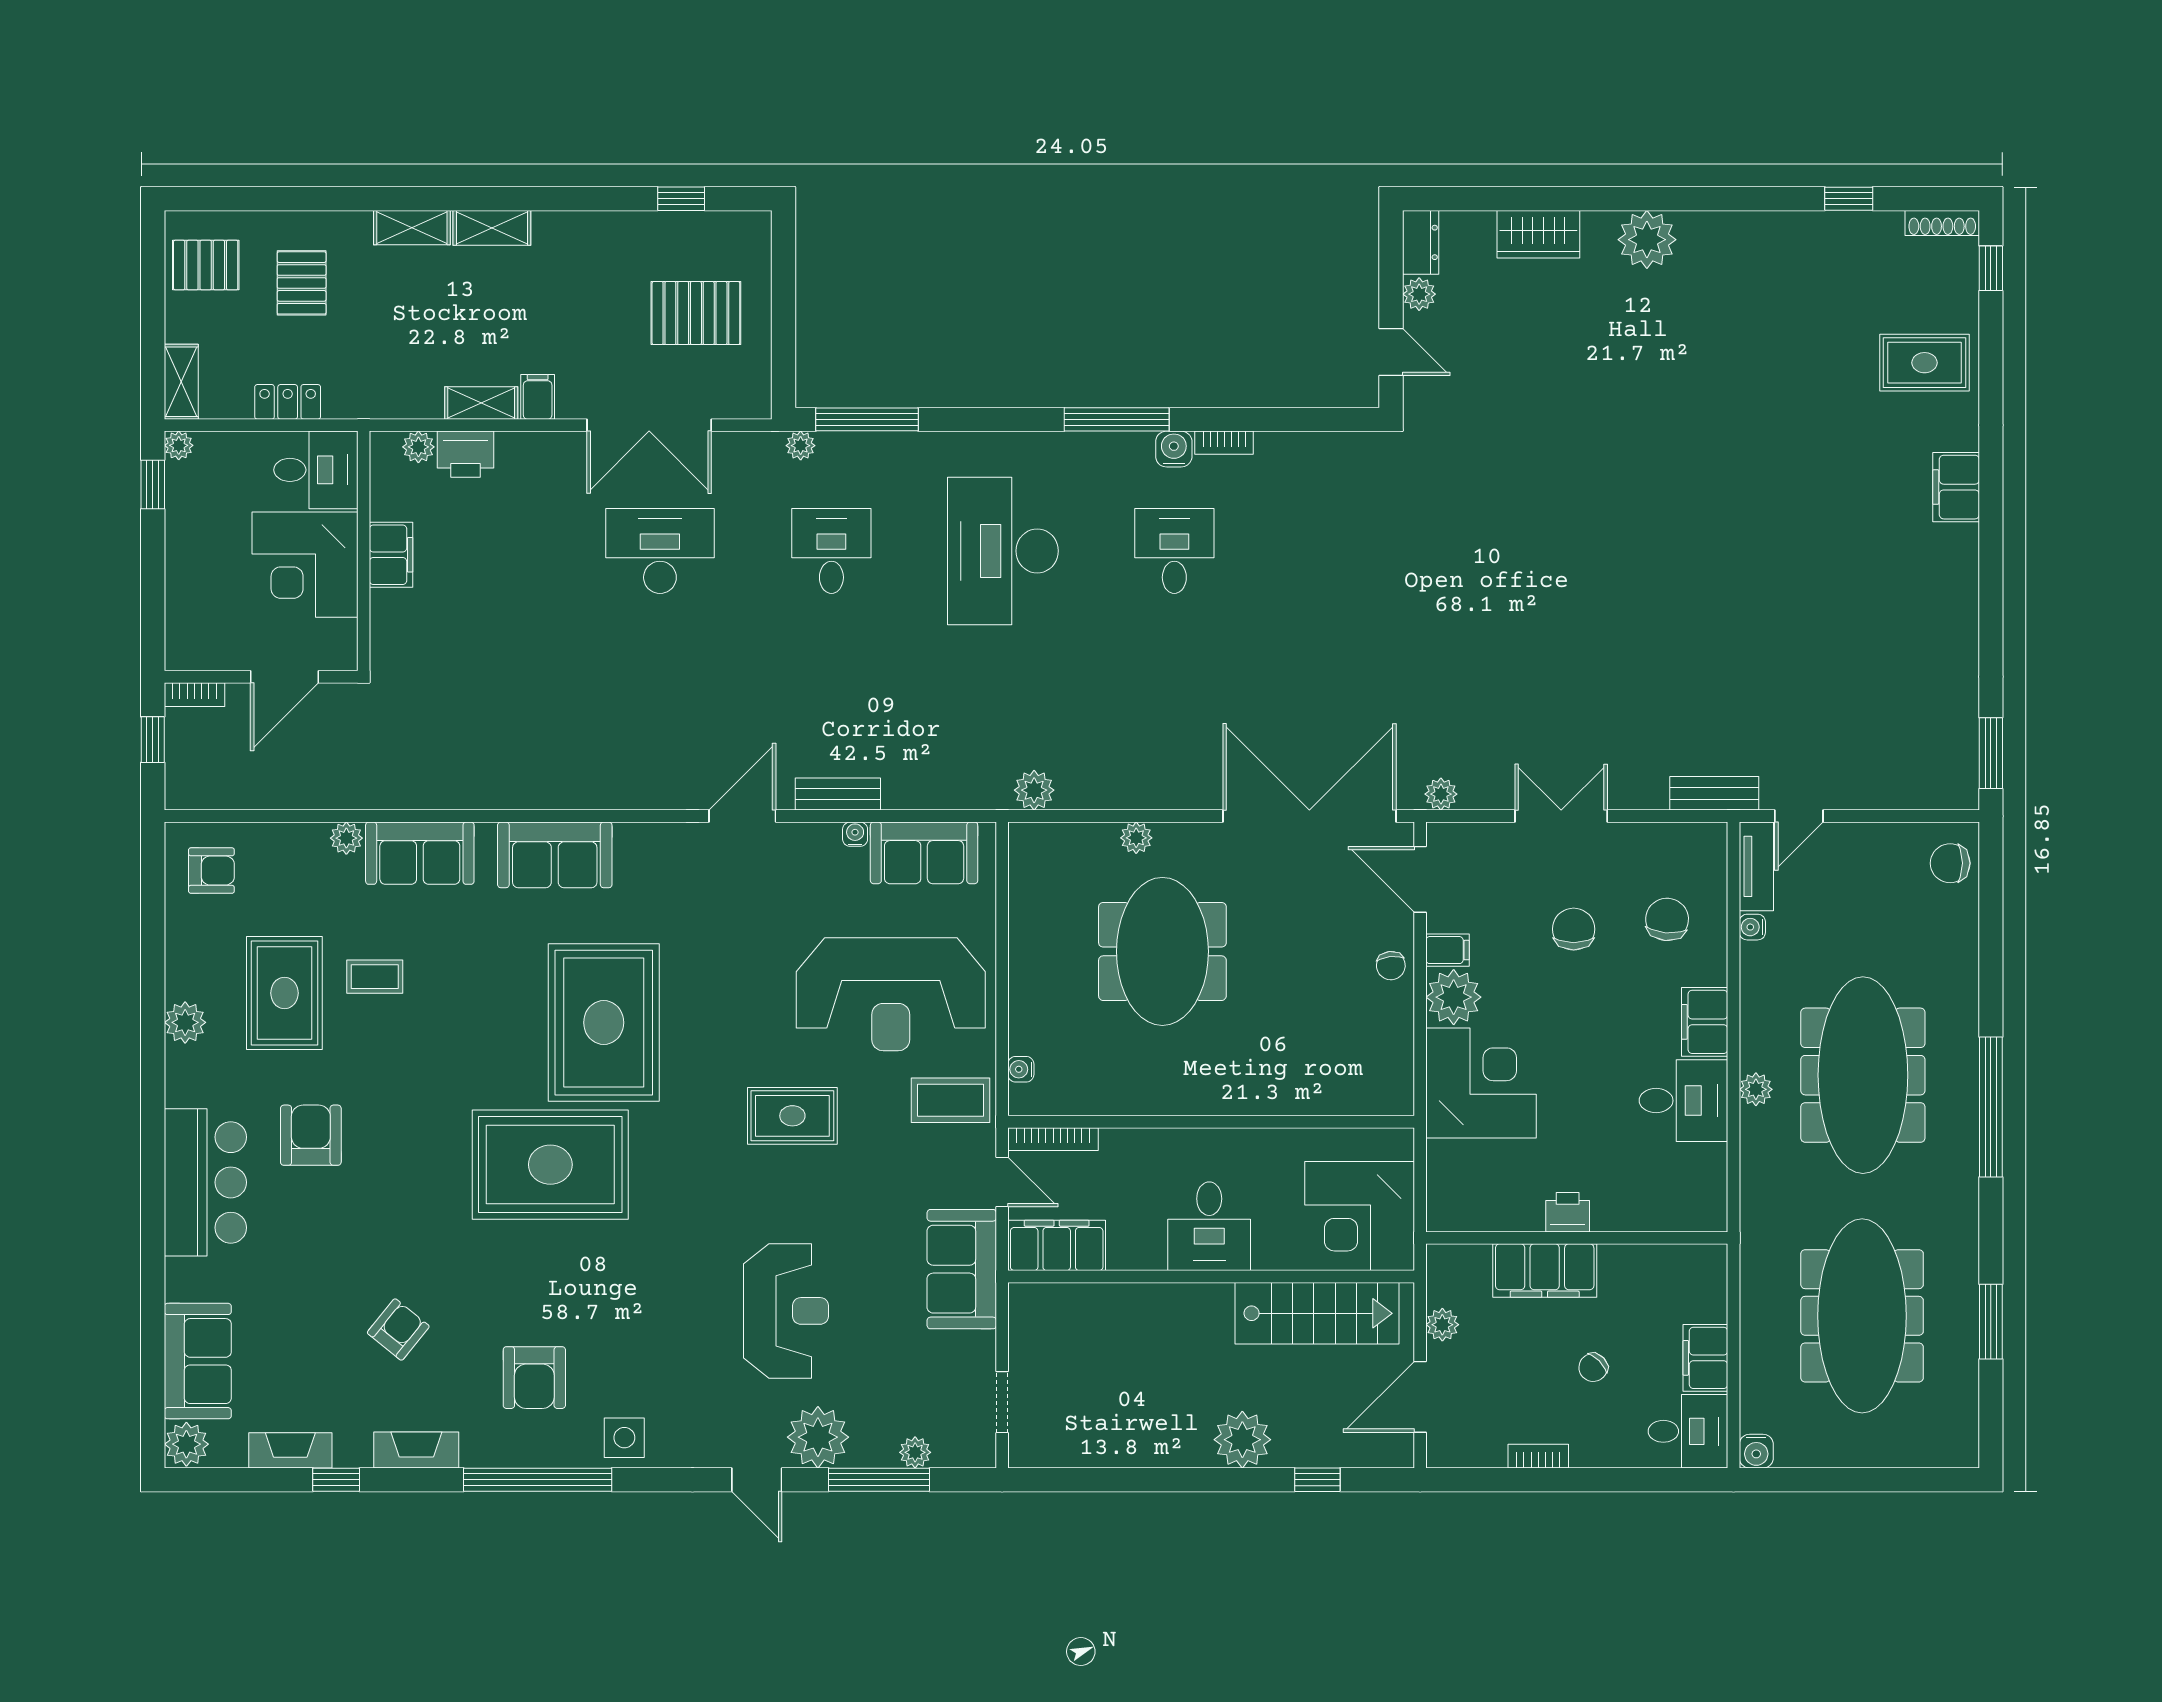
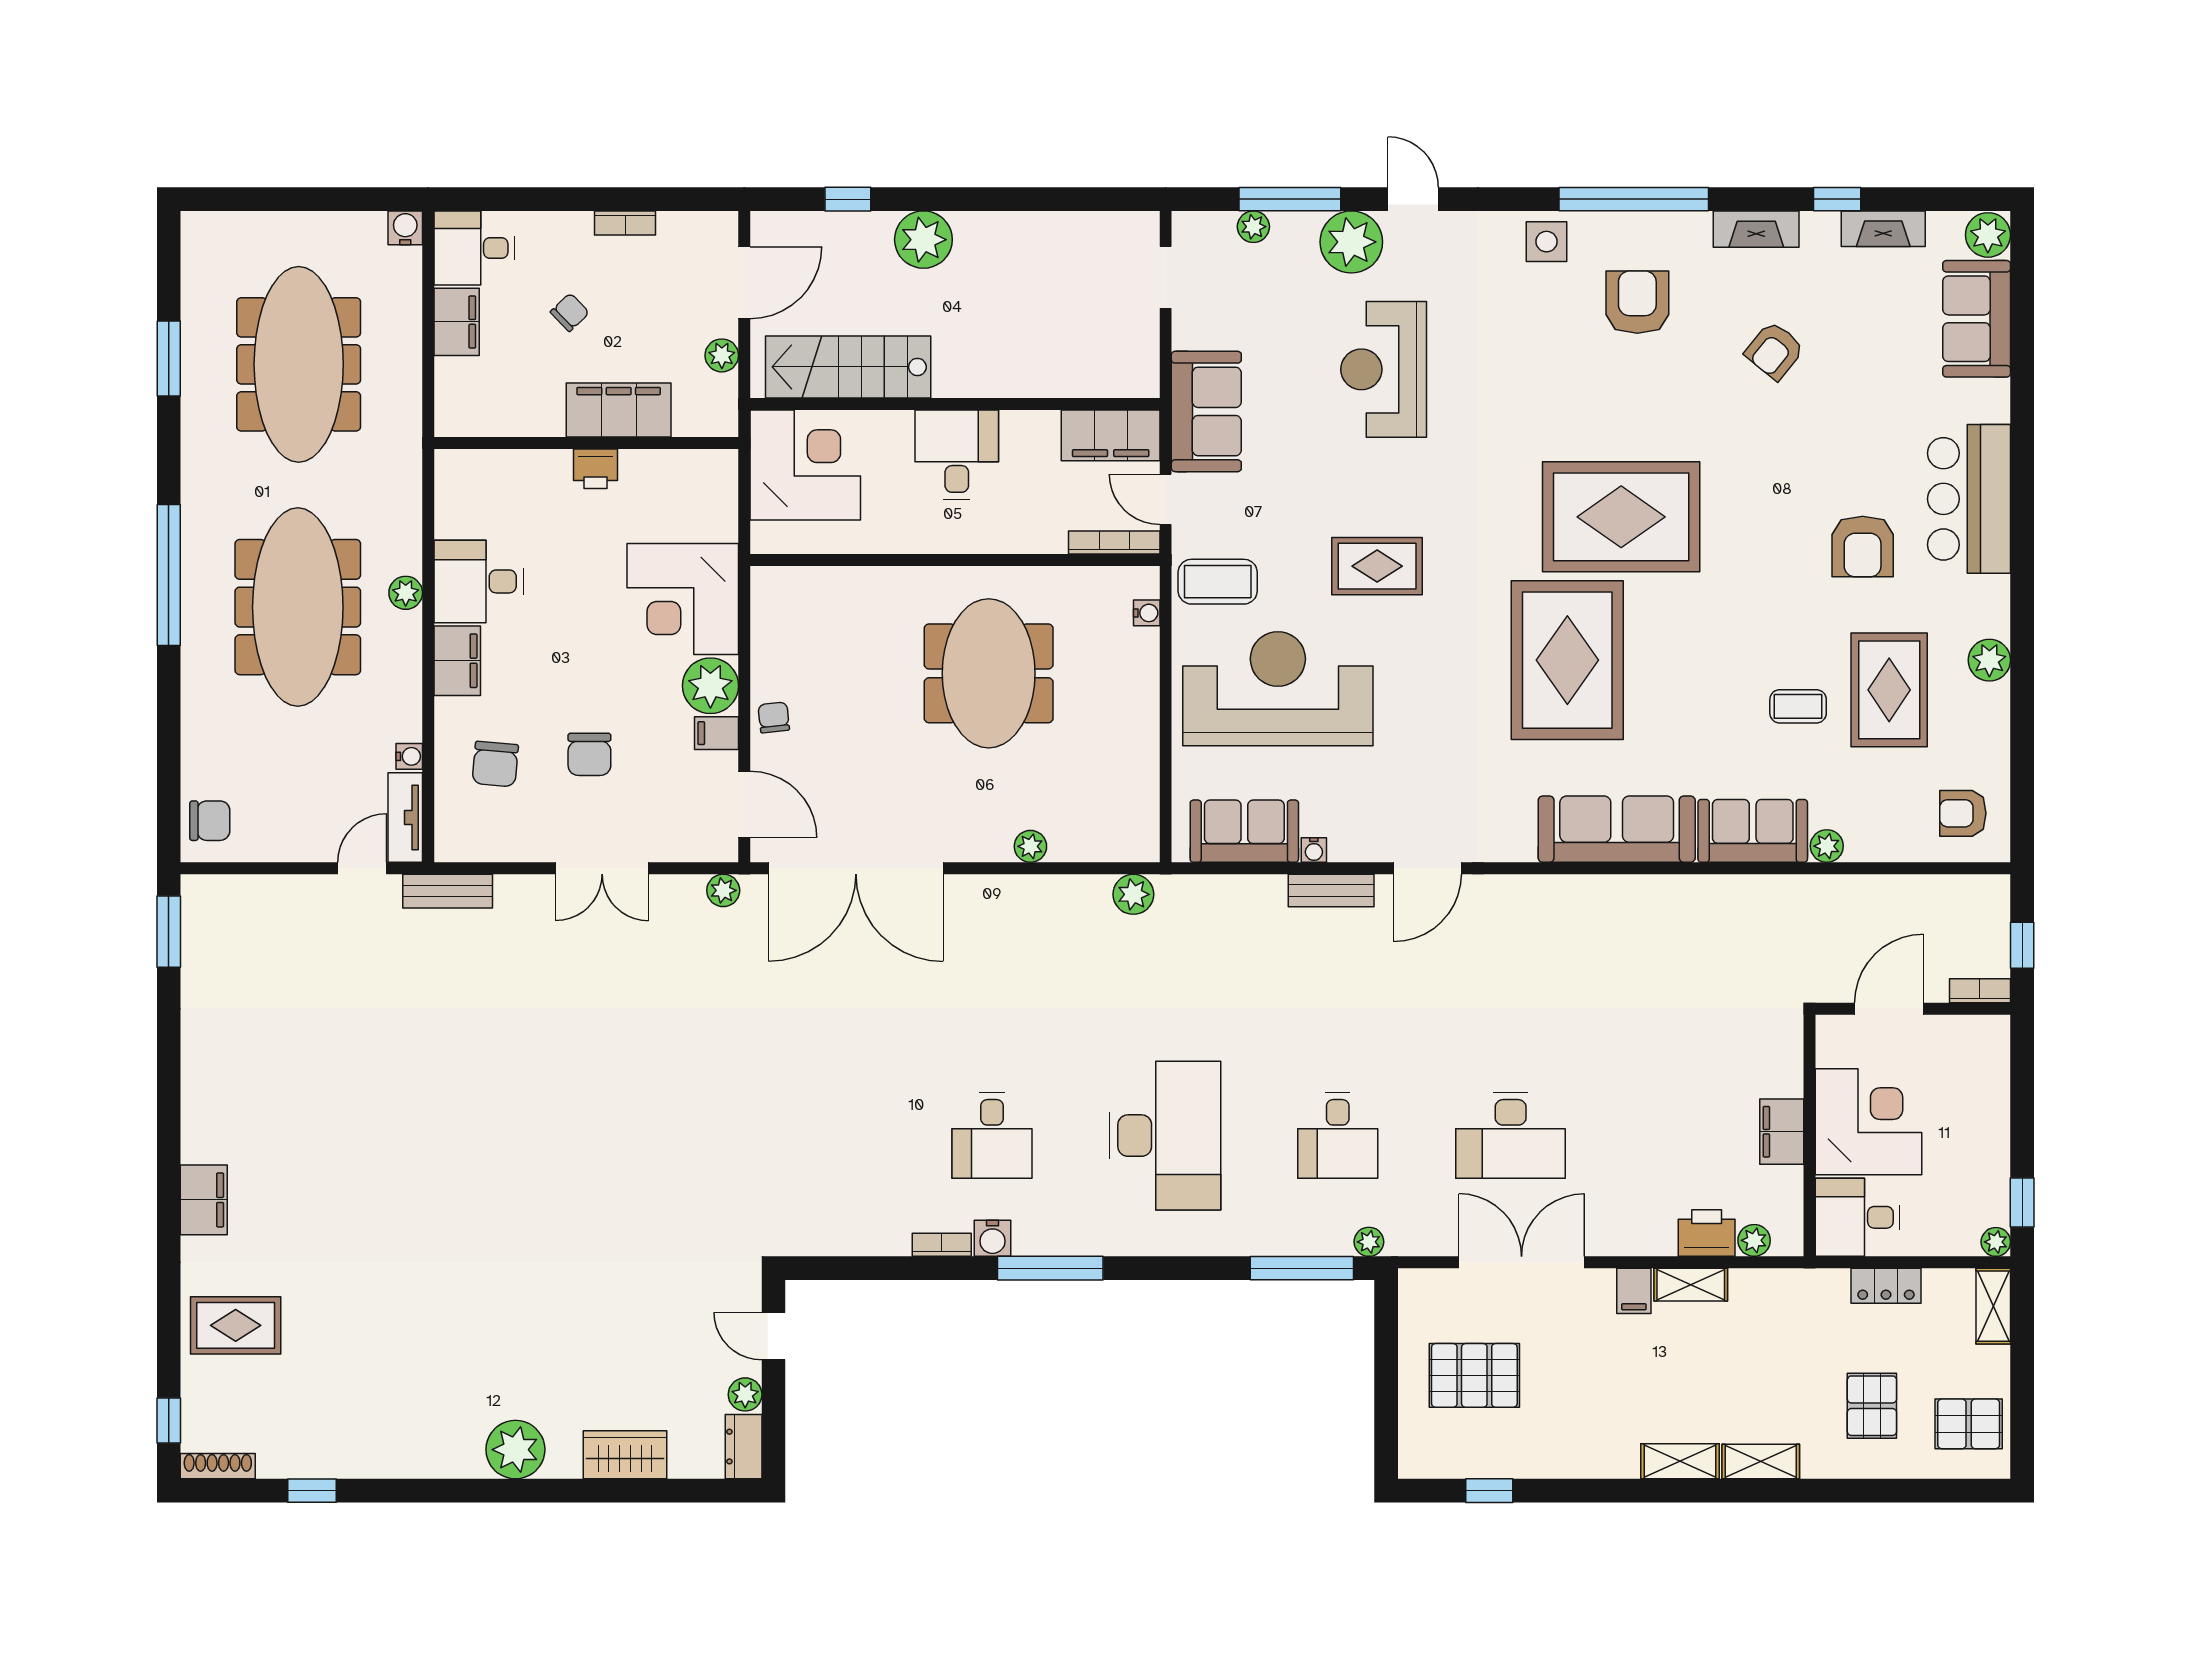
sofa: (555, 855) -> (1617, 829), width x1.36
meeting table: (1162, 951) -> (989, 673), moved

